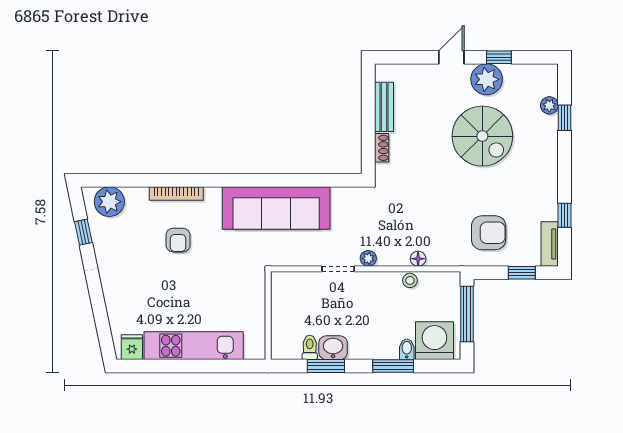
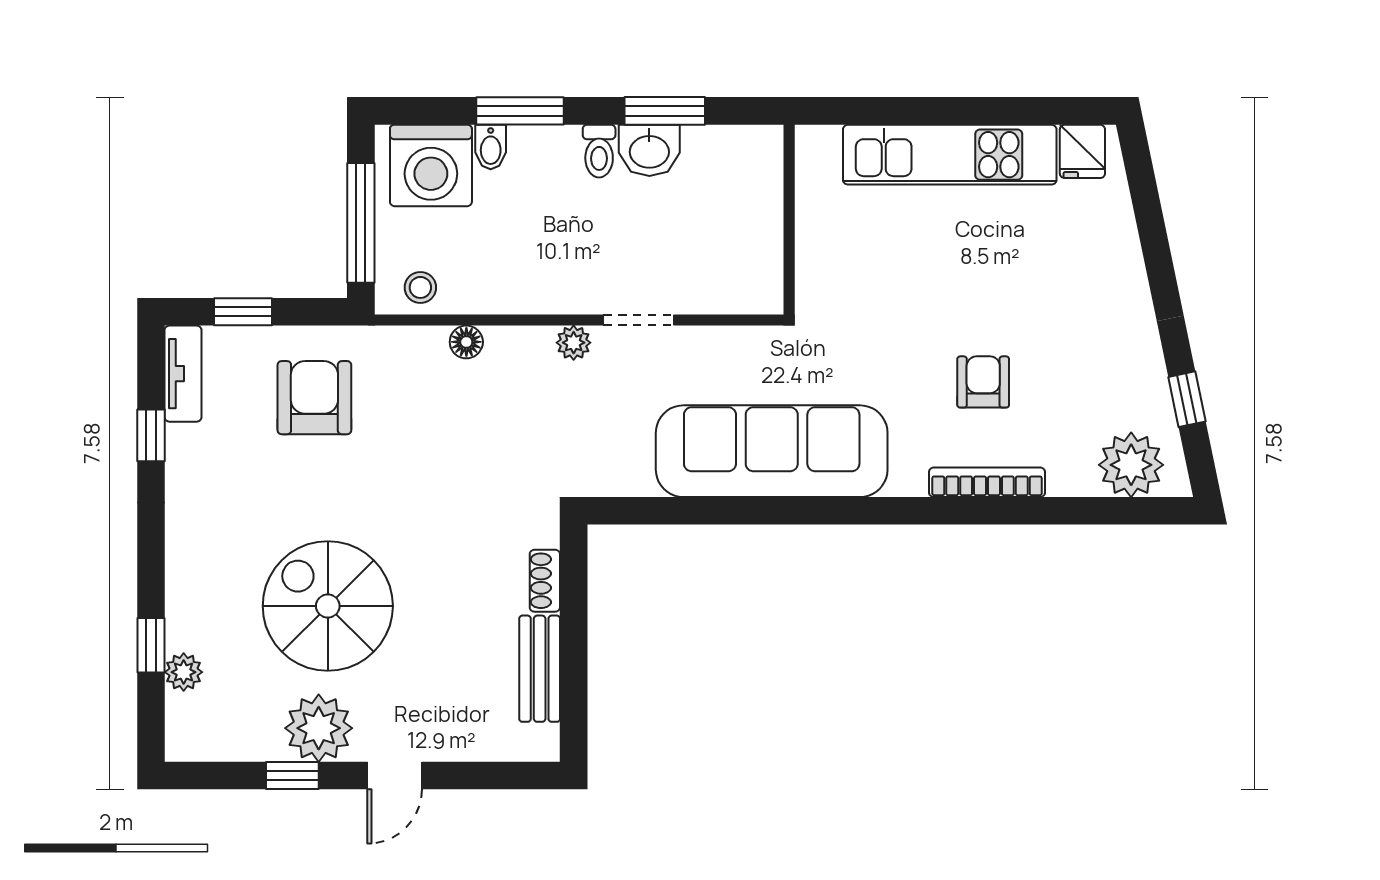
armchair: (489, 233) -> (314, 398), turned 90
stool: (410, 280) -> (420, 287), moved
toilet: (310, 347) -> (599, 151), moved

